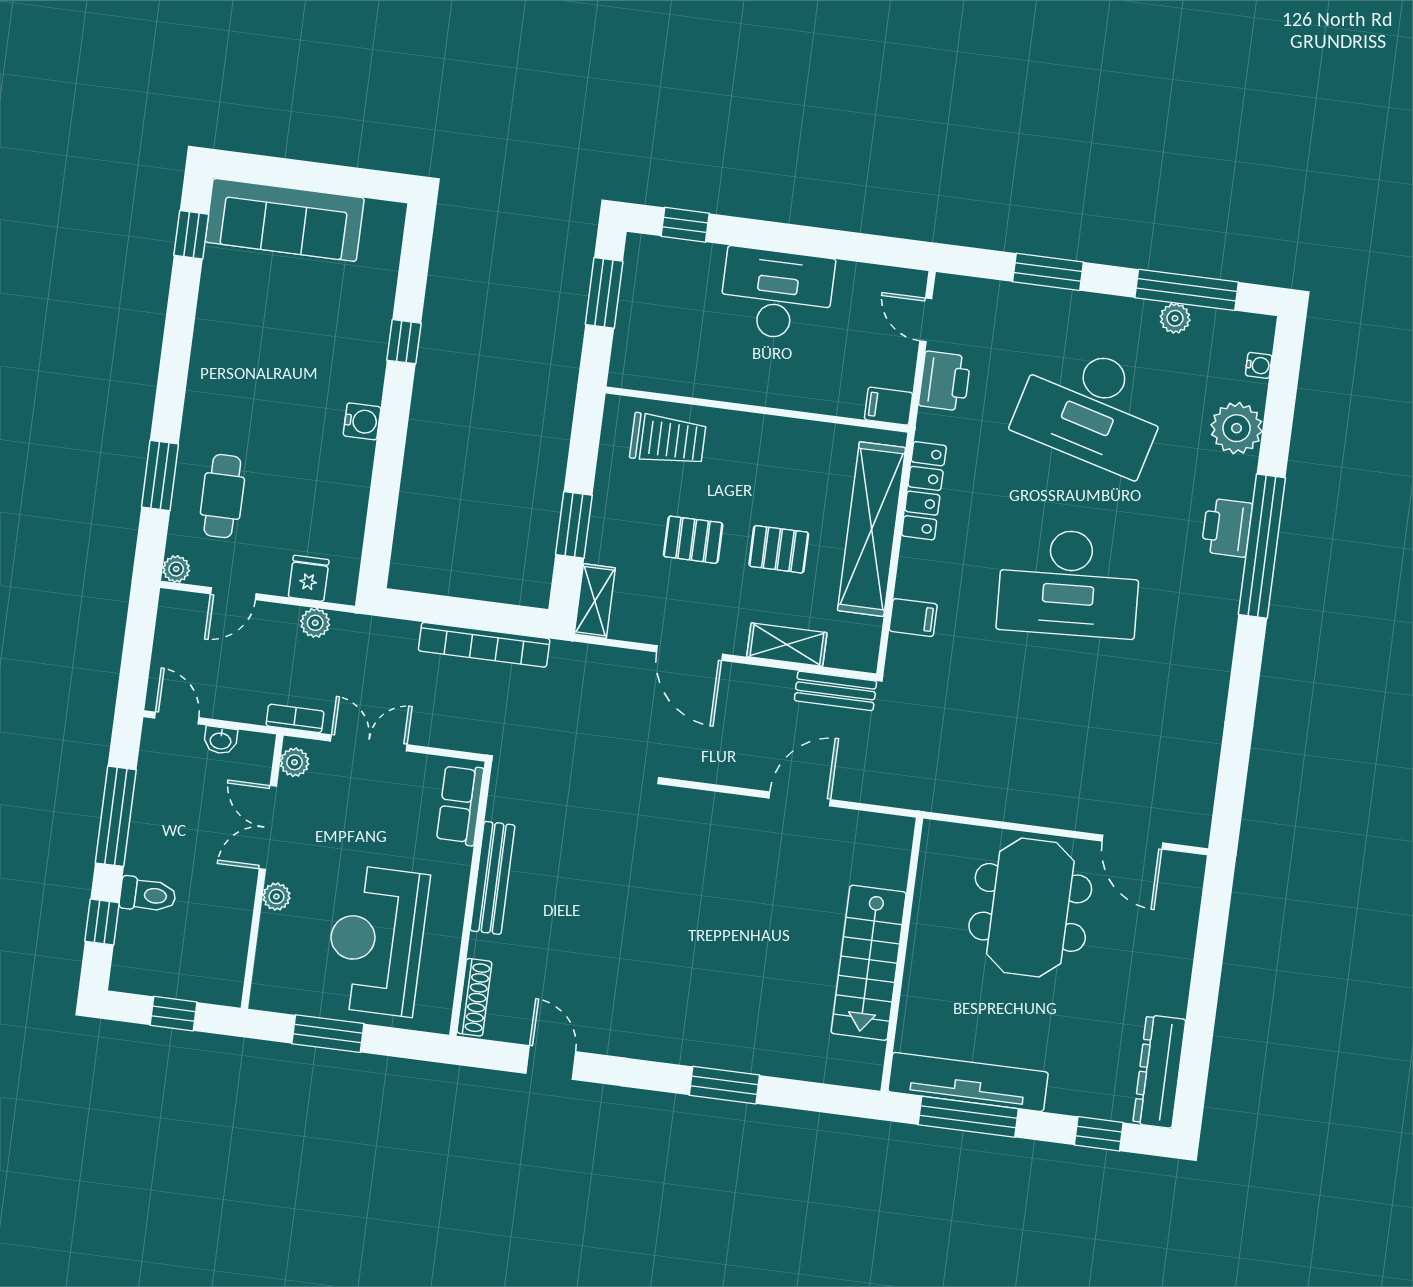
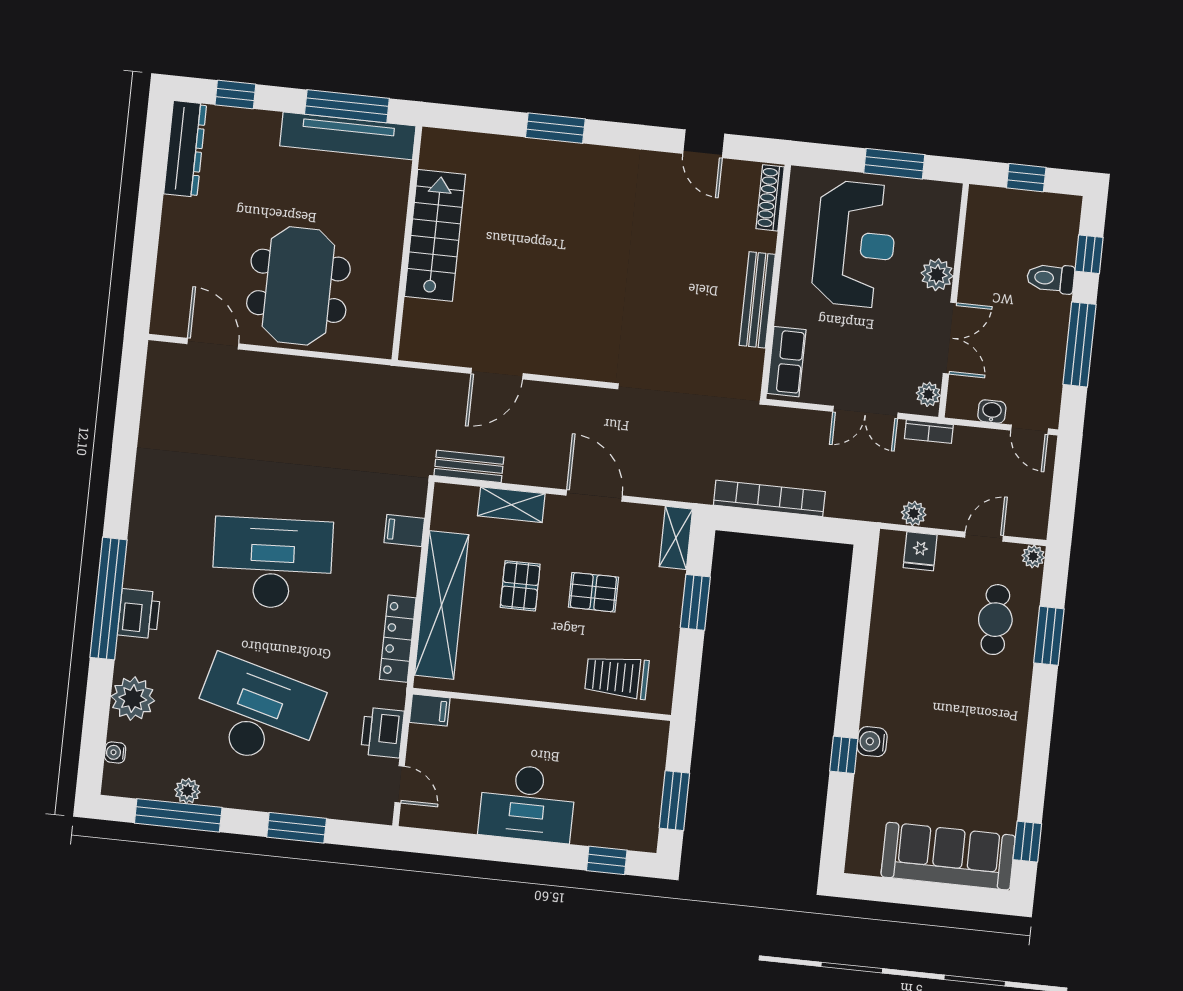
water cooler: (362, 421) -> (872, 742), moved
pallet: (779, 549) -> (520, 586), turned 90
plant: (276, 897) -> (937, 275), width x1.38, depth x1.38

